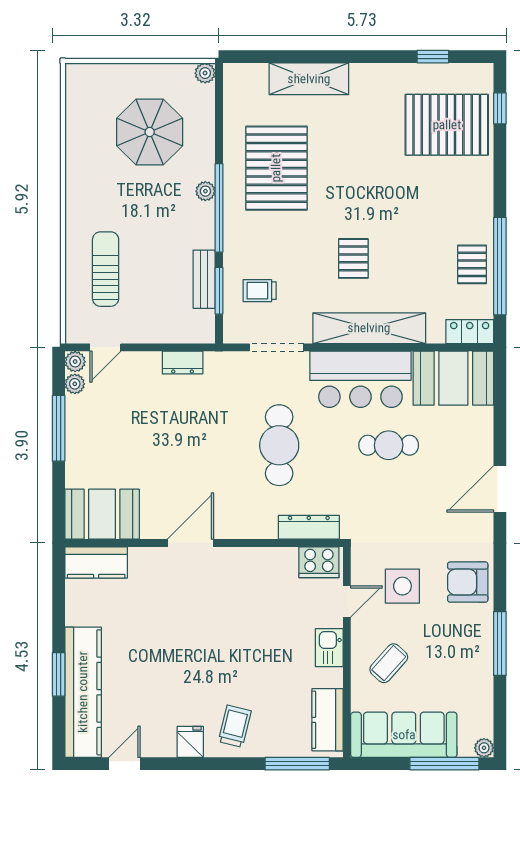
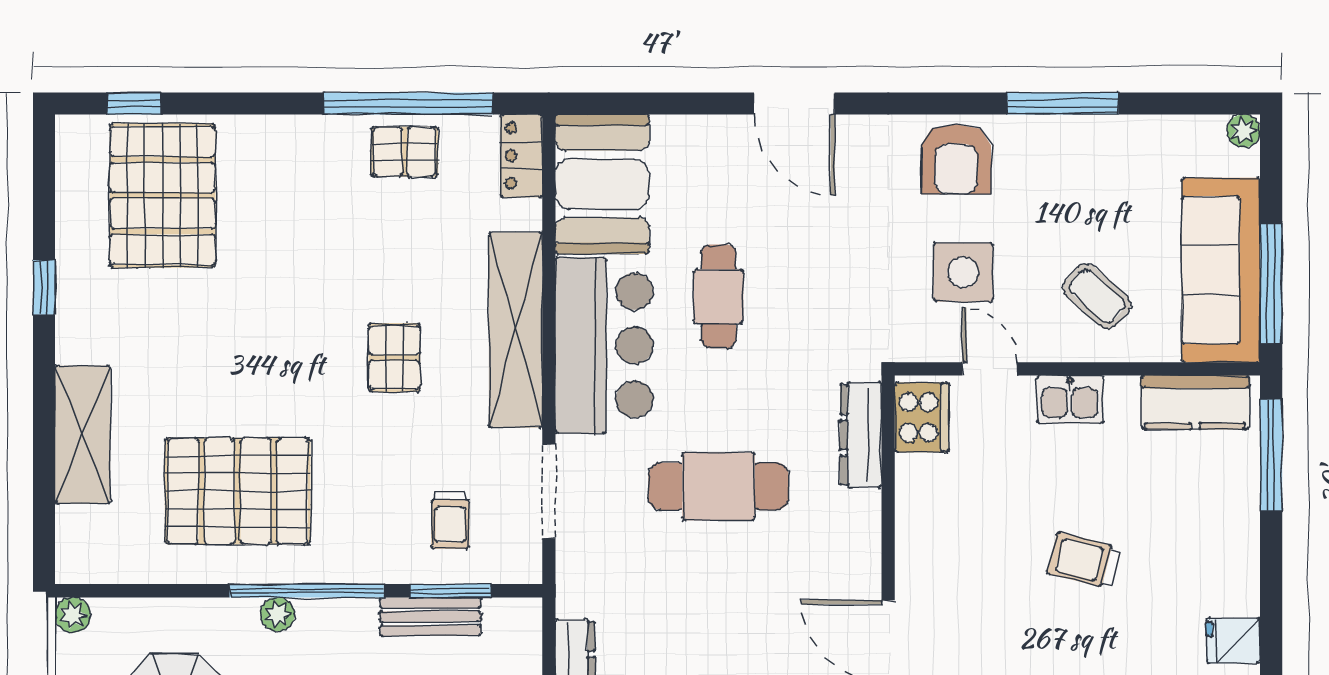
window: (433, 57) -> (44, 287), moved
pallet: (353, 258) -> (394, 358), turned 90
trolley: (235, 726) -> (1084, 561), moved
window: (444, 764) -> (1271, 283), moved

